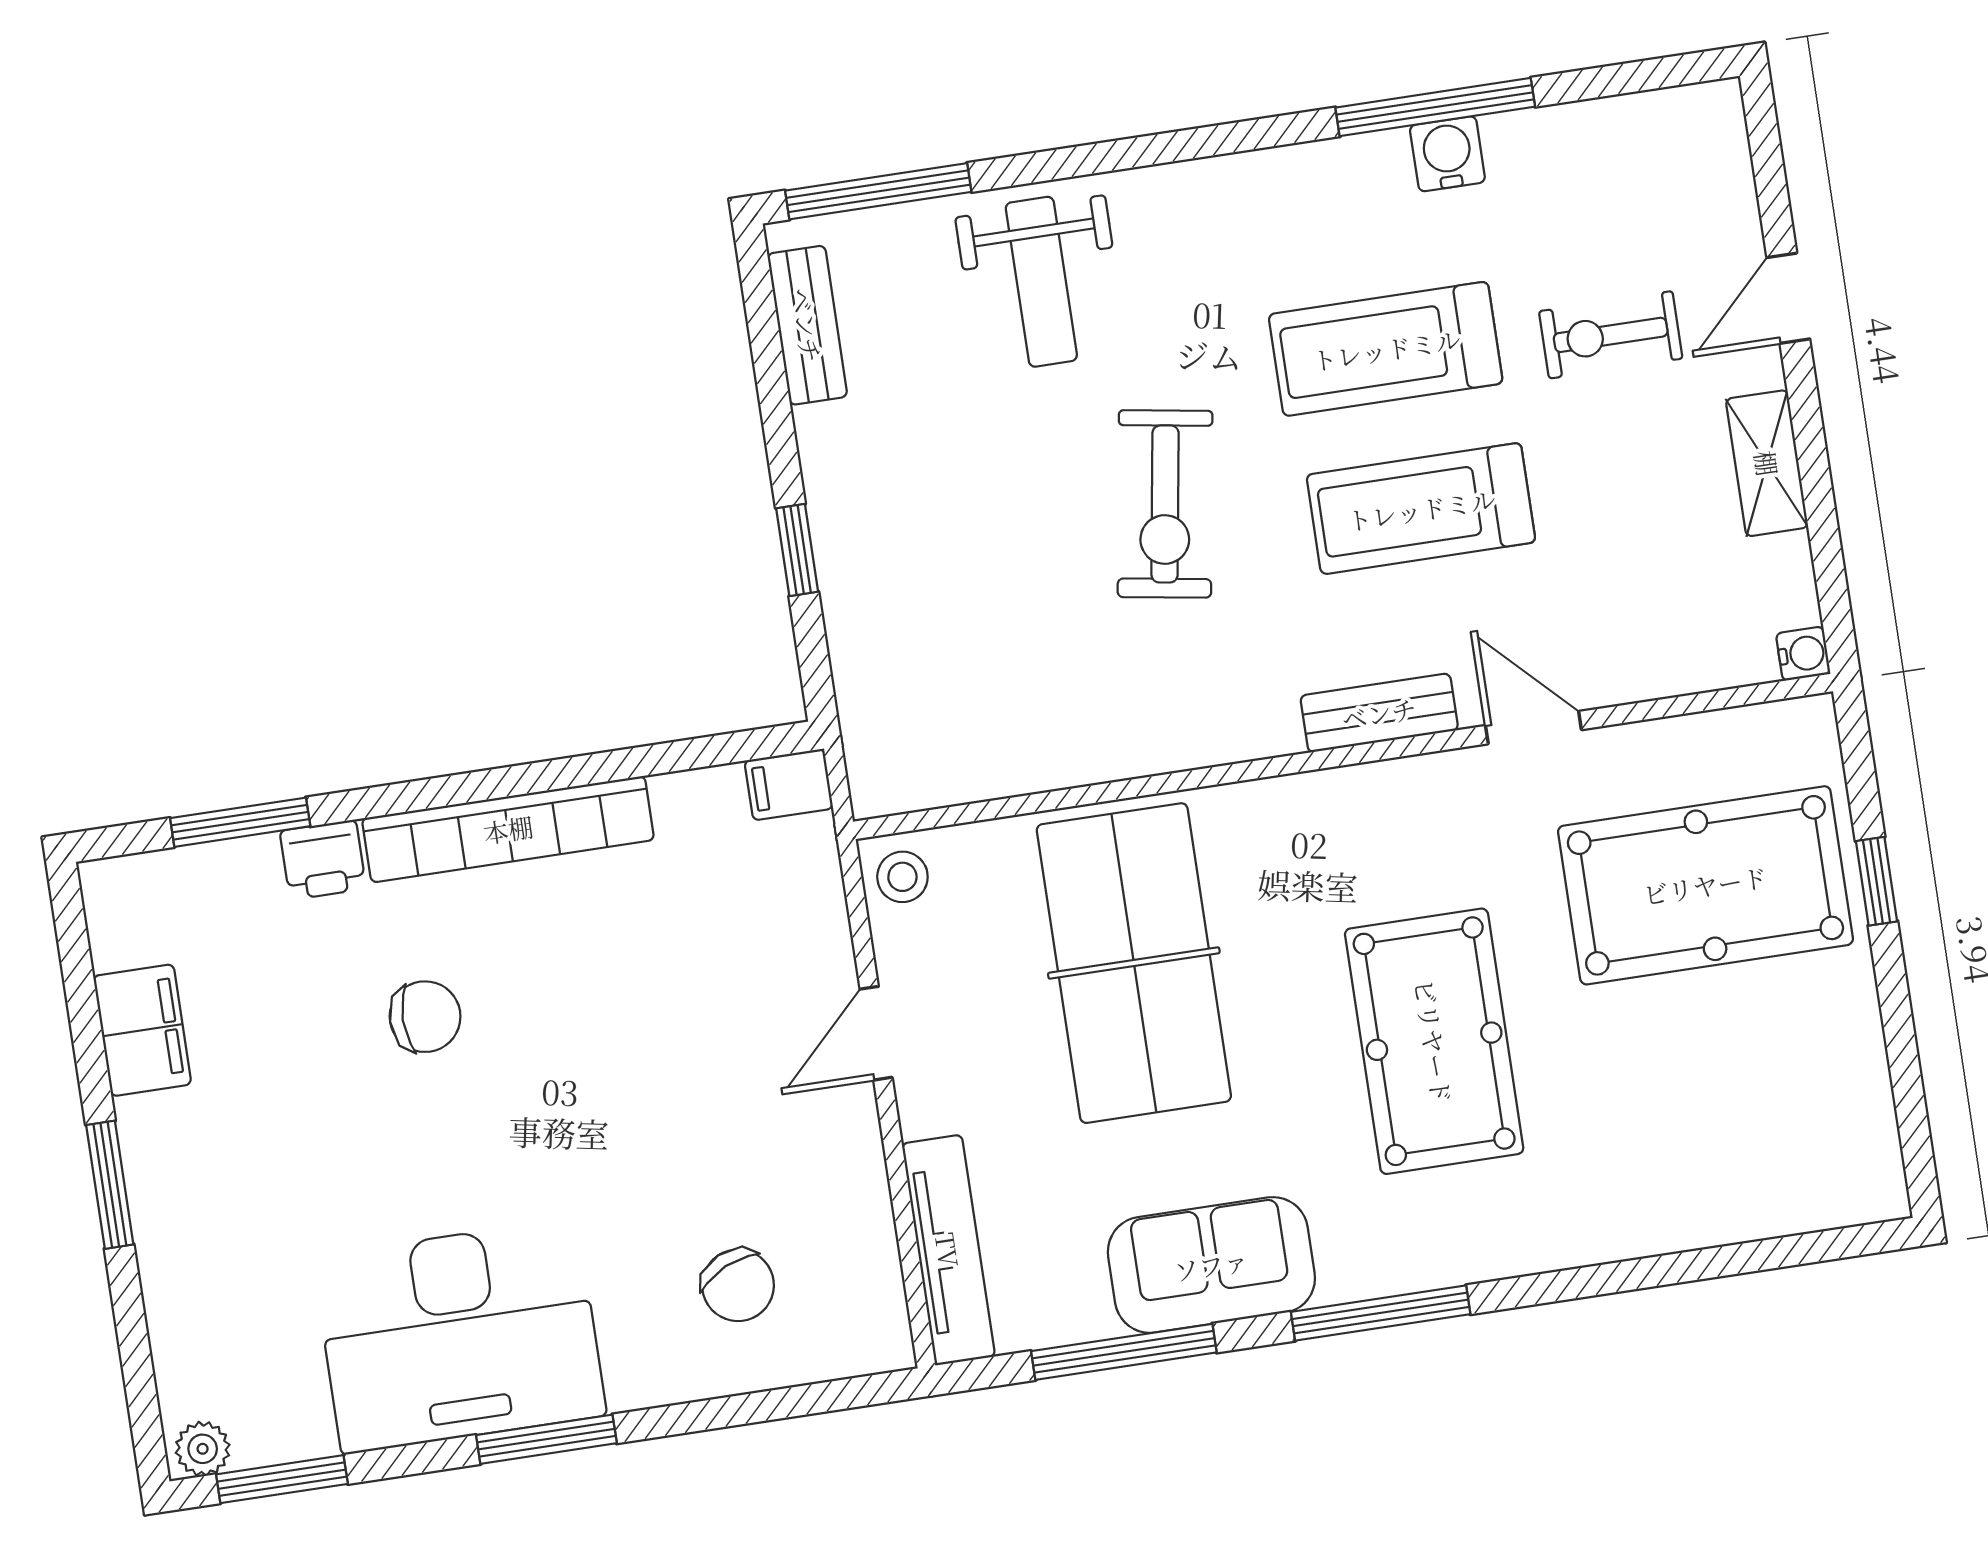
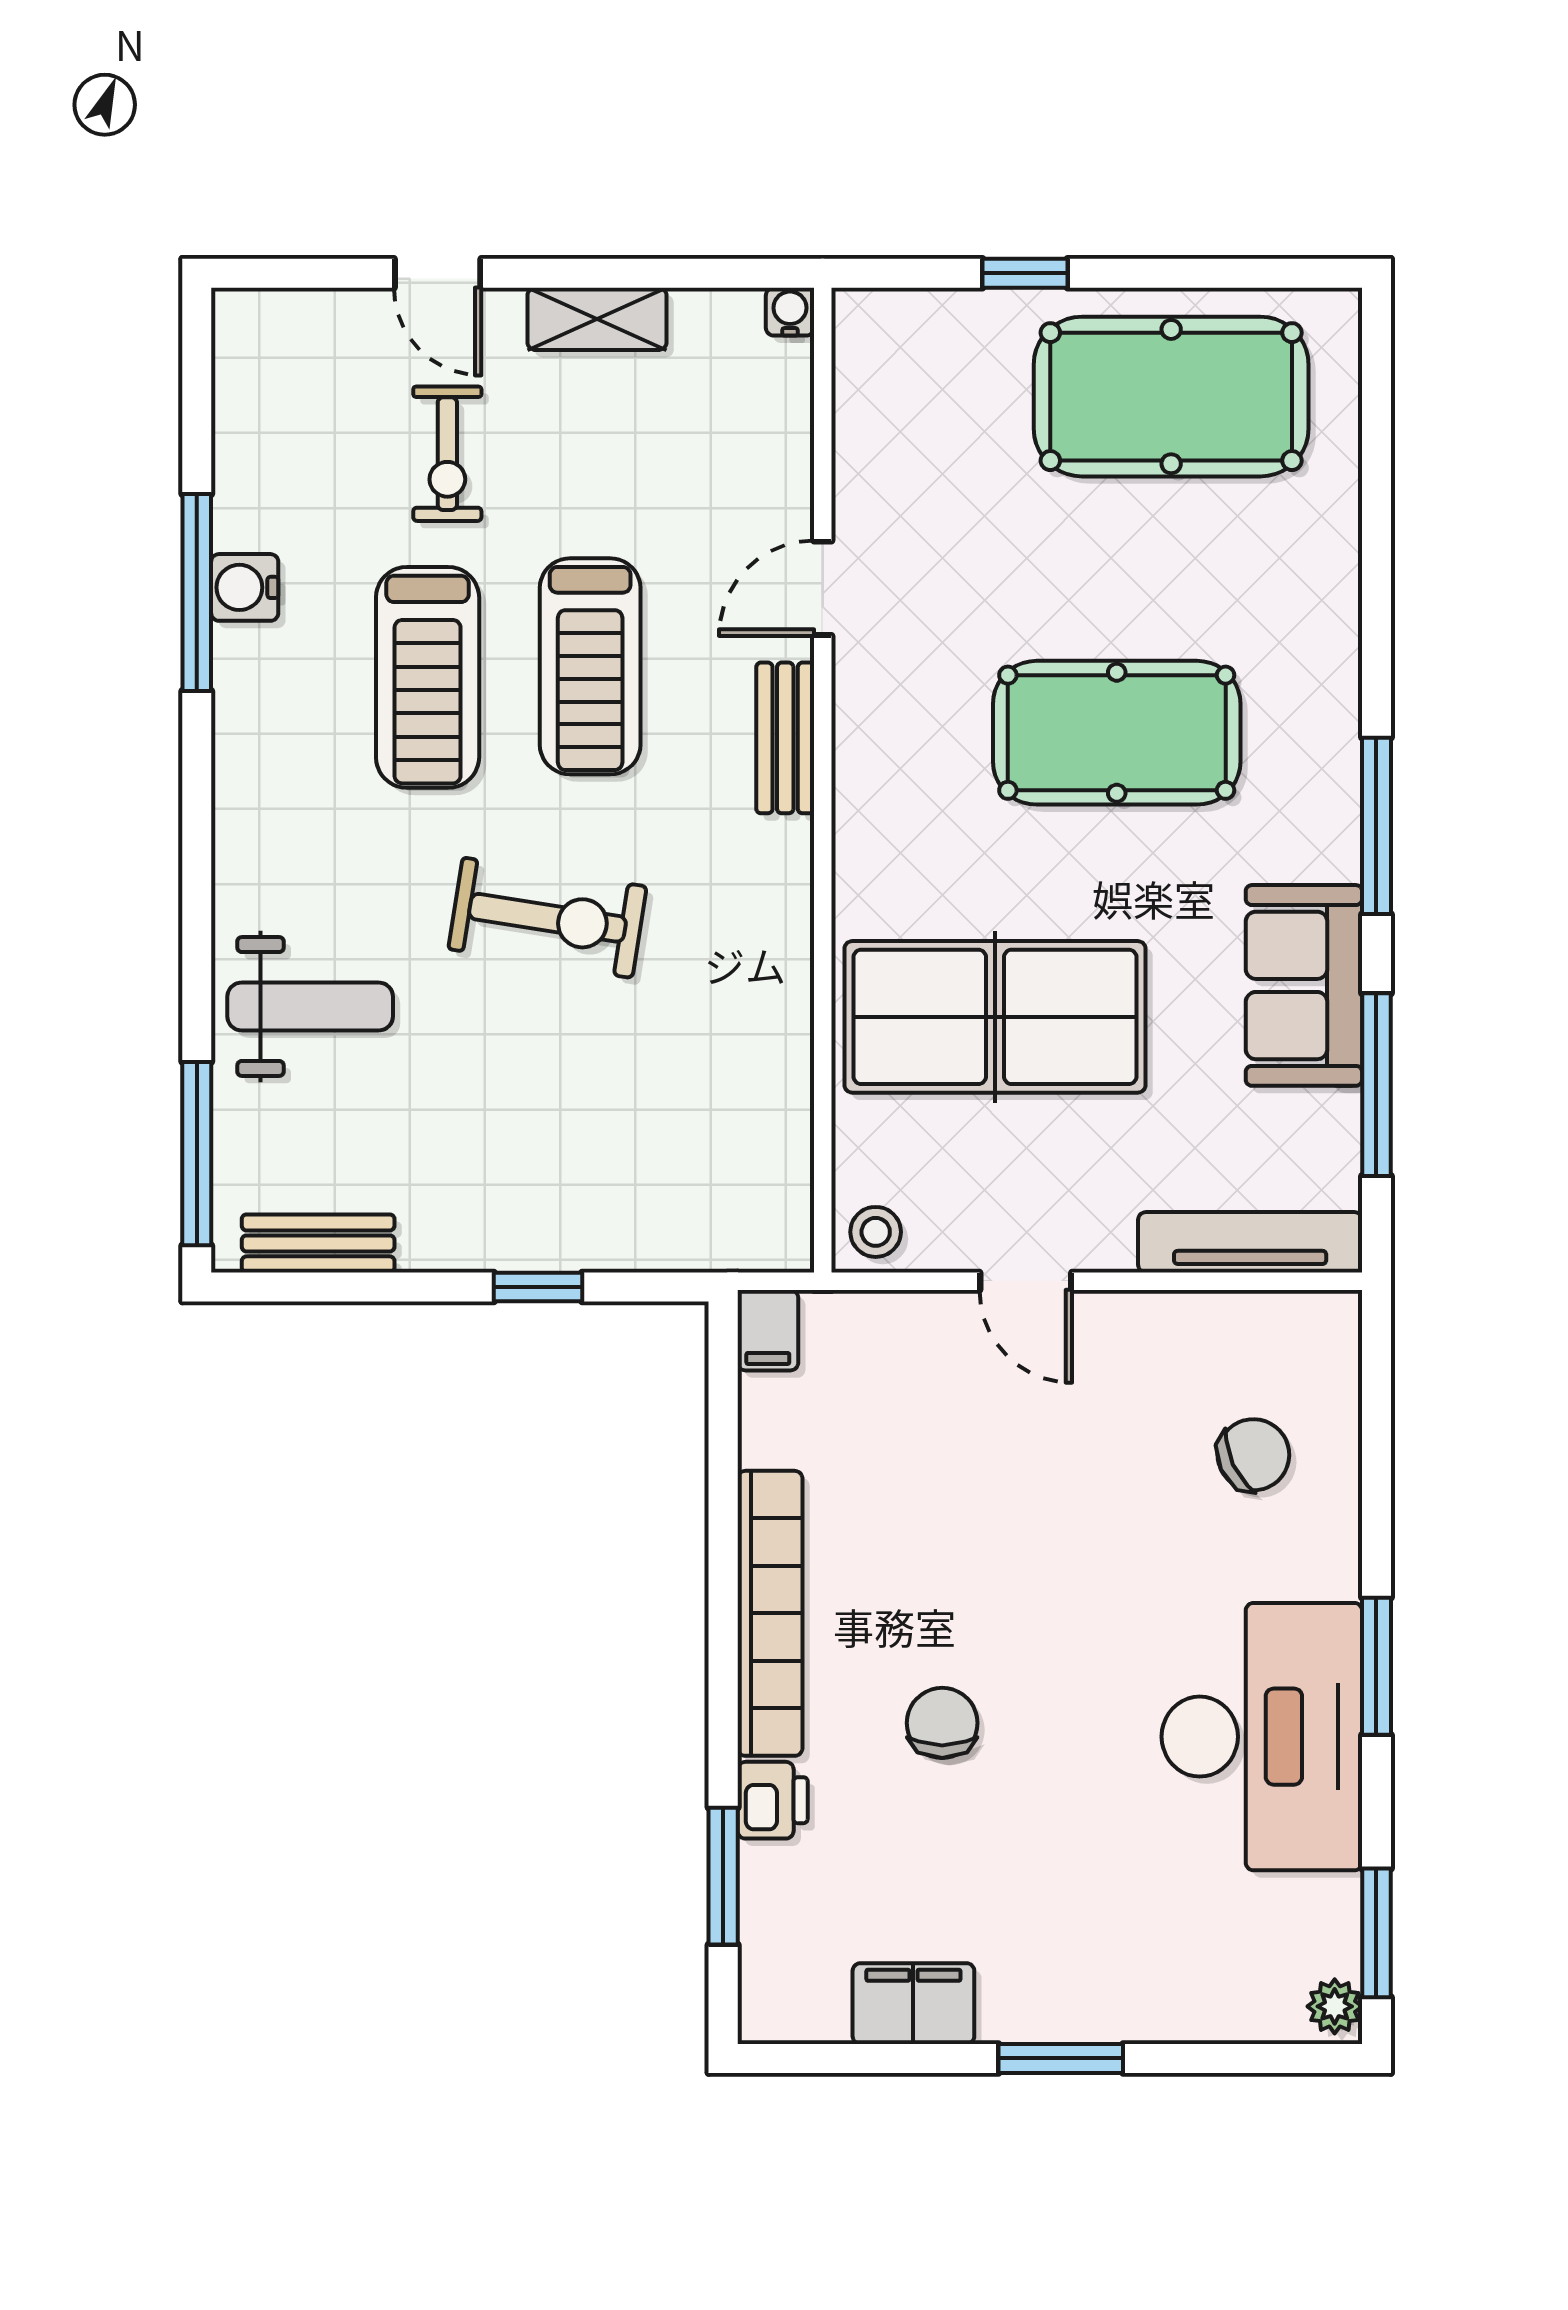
pool table: (1705, 885) -> (1171, 397), moved, turned 90

